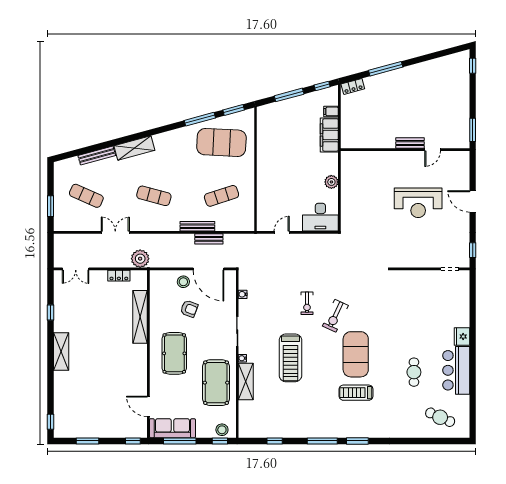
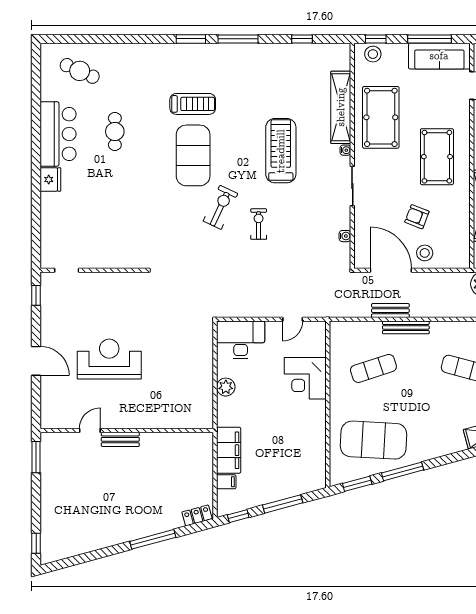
corner desk: (272, 188) -> (305, 378), added
shelving: (246, 382) -> (341, 107), width x1.47

